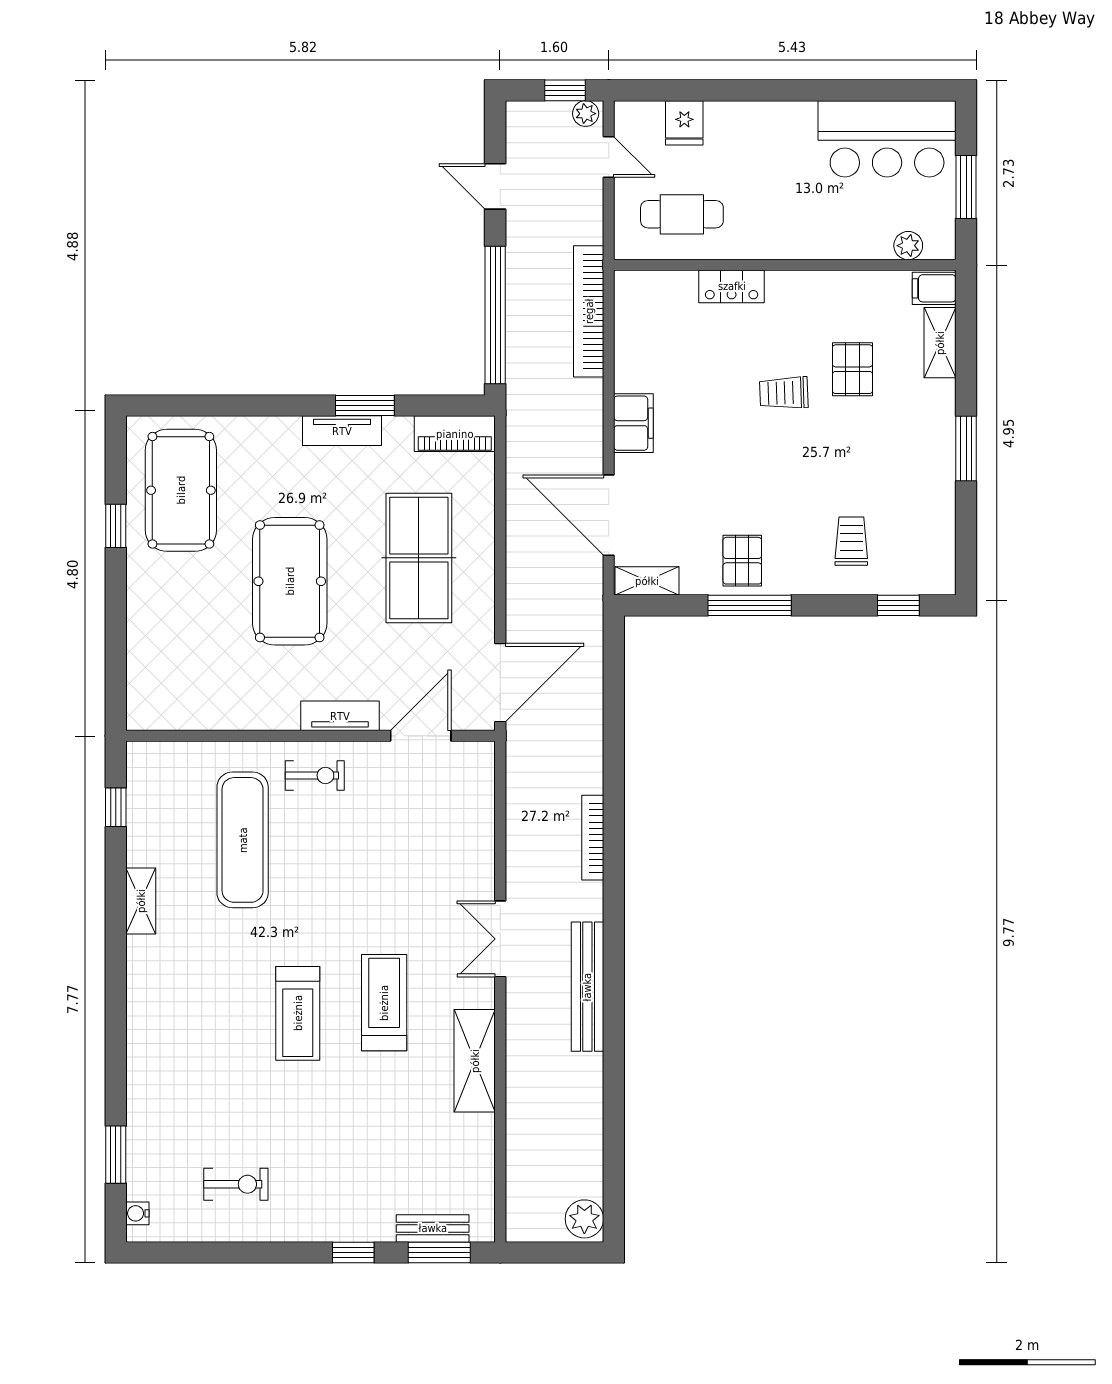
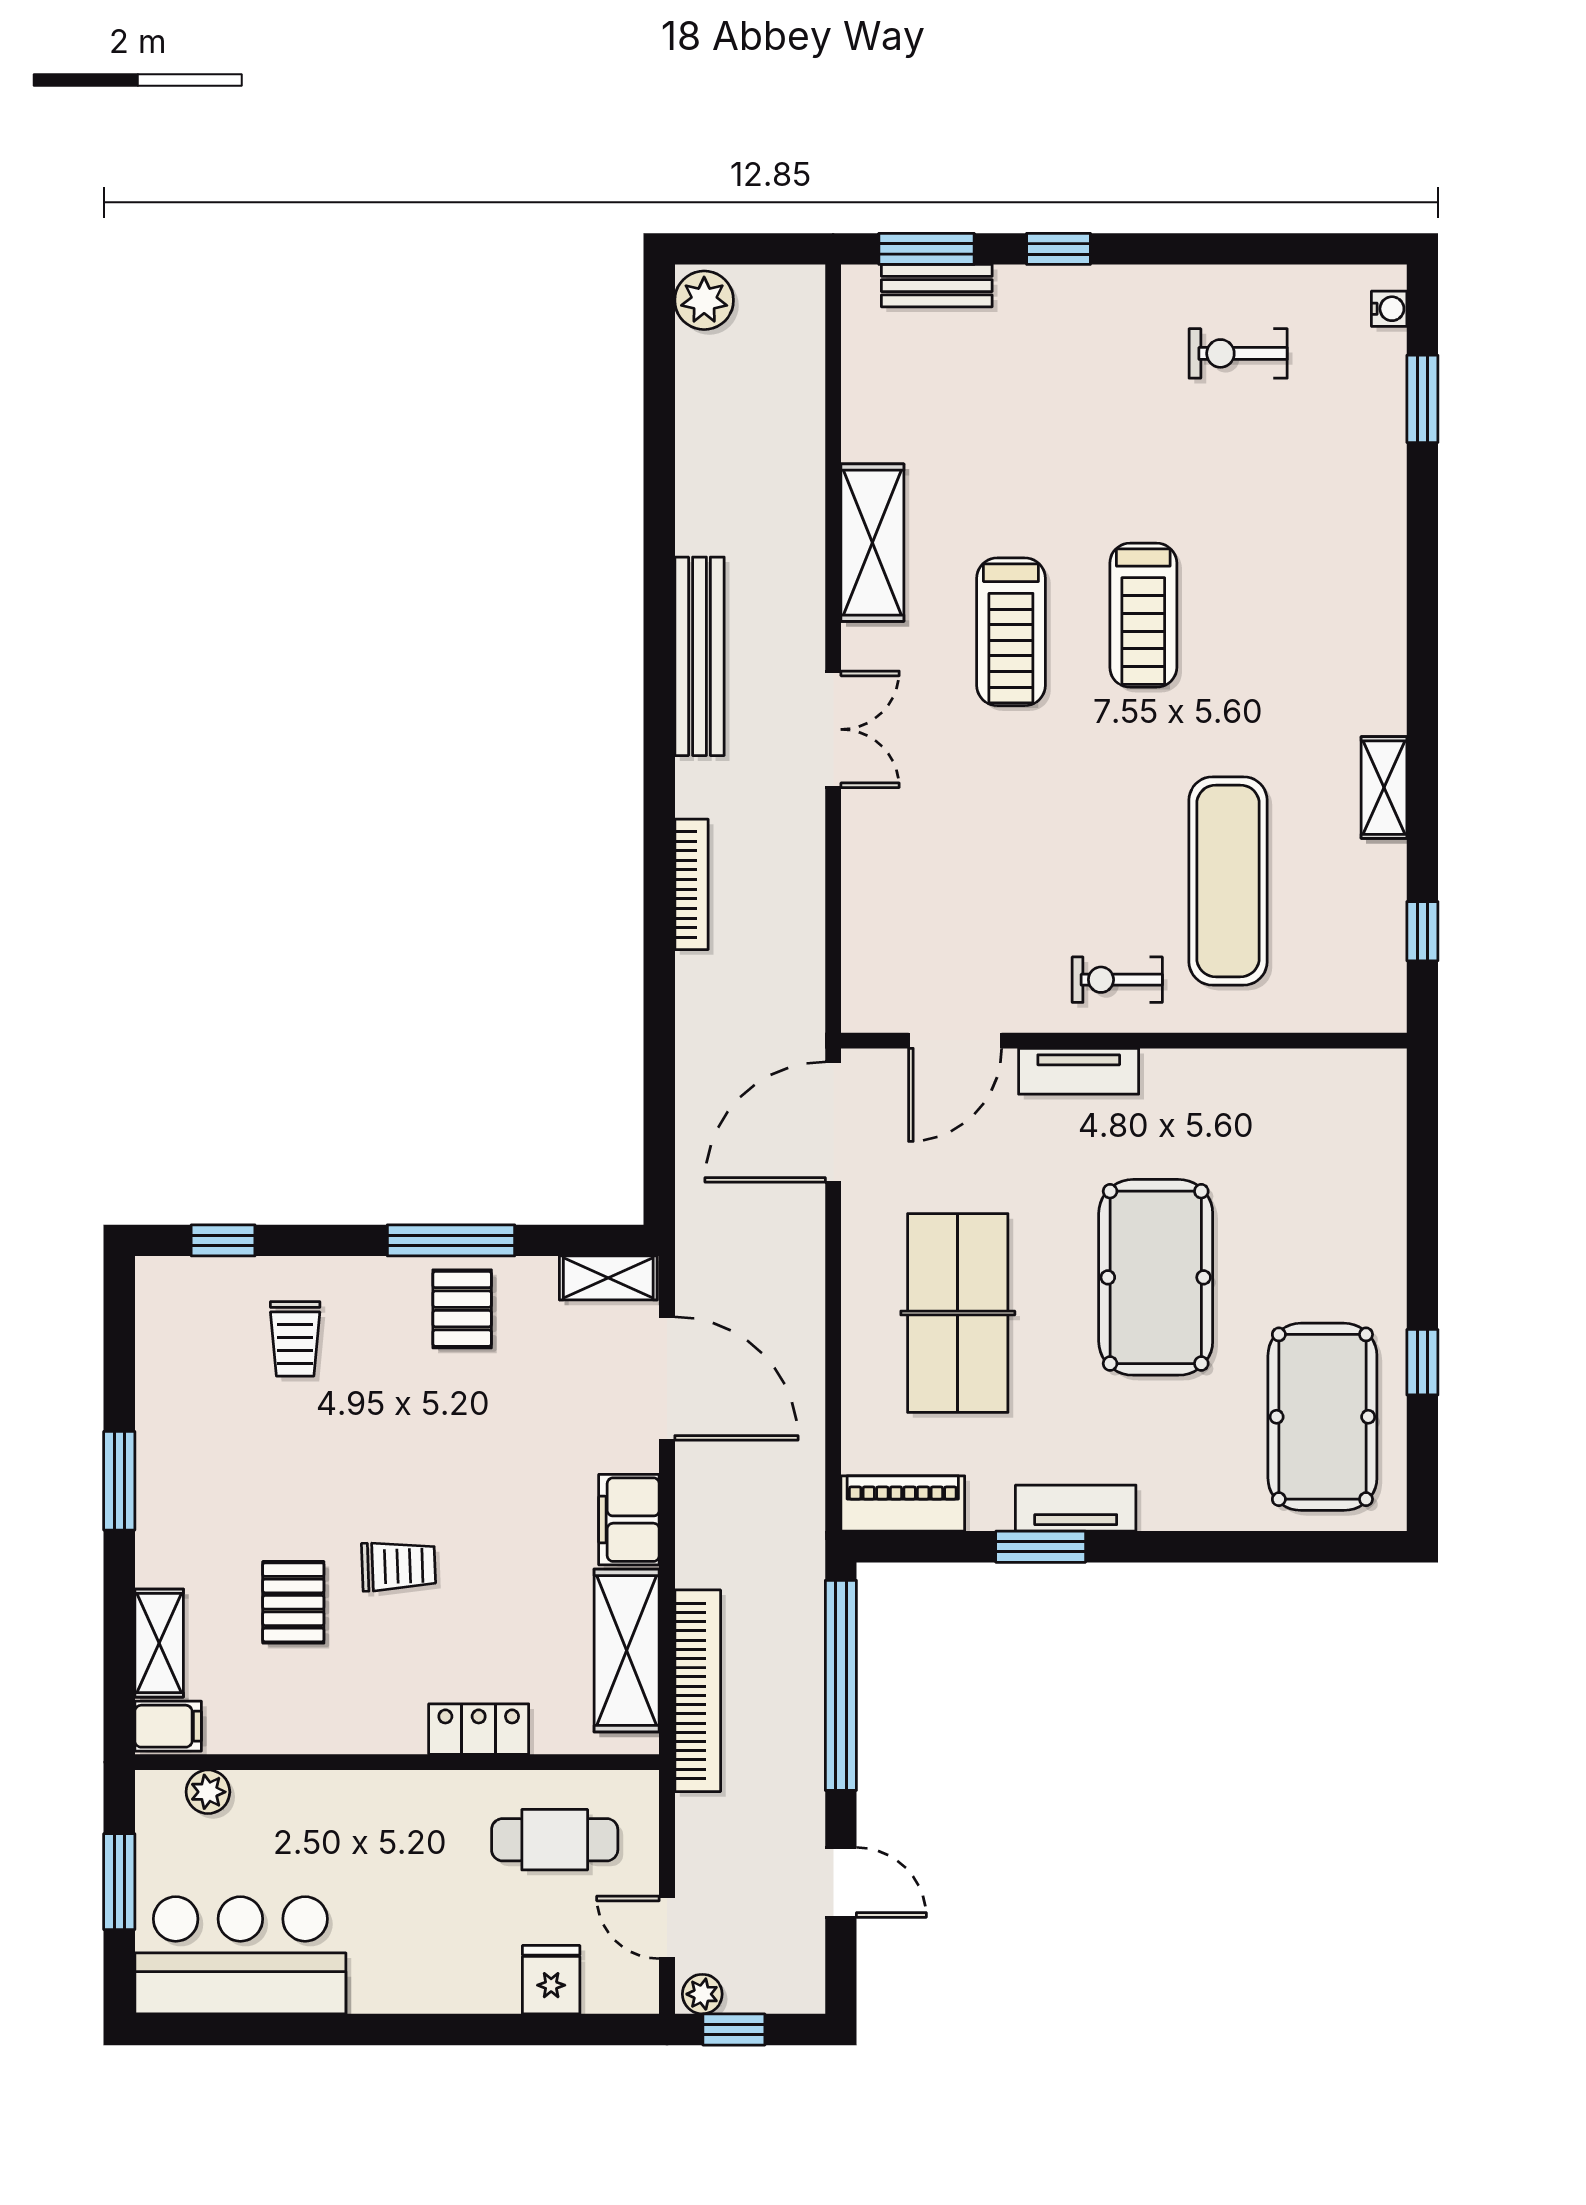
shelving: (635, 338) -> (627, 1651), added
treadmill: (298, 1013) -> (1143, 615), turned 180

